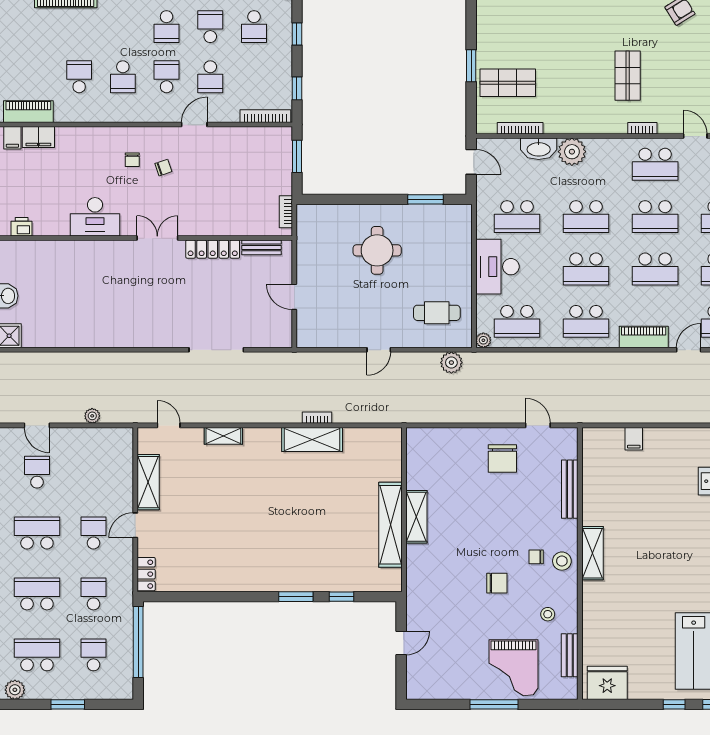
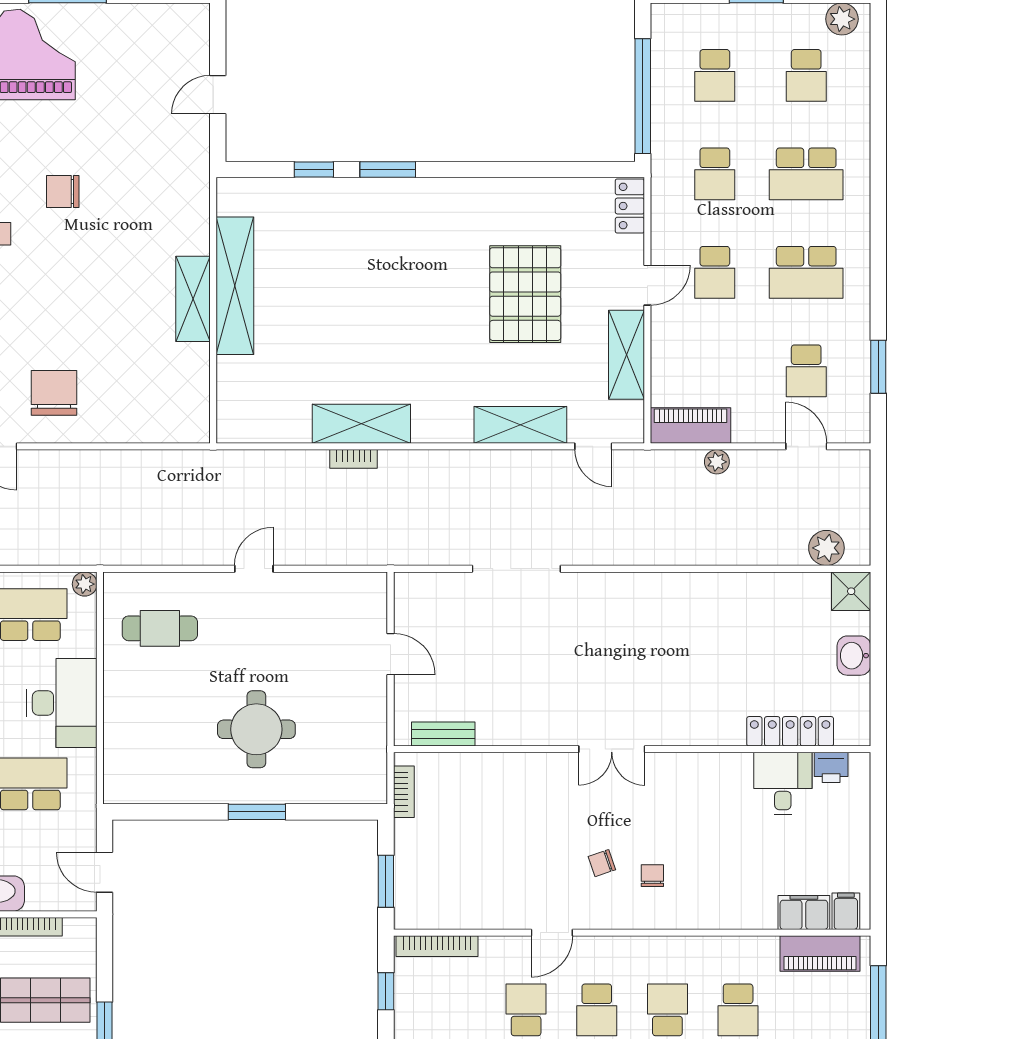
window: (426, 199) -> (257, 812), moved
desk: (95, 217) -> (783, 784), moved, width x0.73
locker: (213, 249) -> (790, 731), moved
plant: (451, 363) -> (826, 548), moved
shelving: (223, 436) -> (520, 425), width x1.50, depth x1.33
piano: (109, 438) -> (690, 425), added
pallet: (211, 520) -> (525, 294), added
school desk: (37, 655) -> (806, 75), width x0.54

